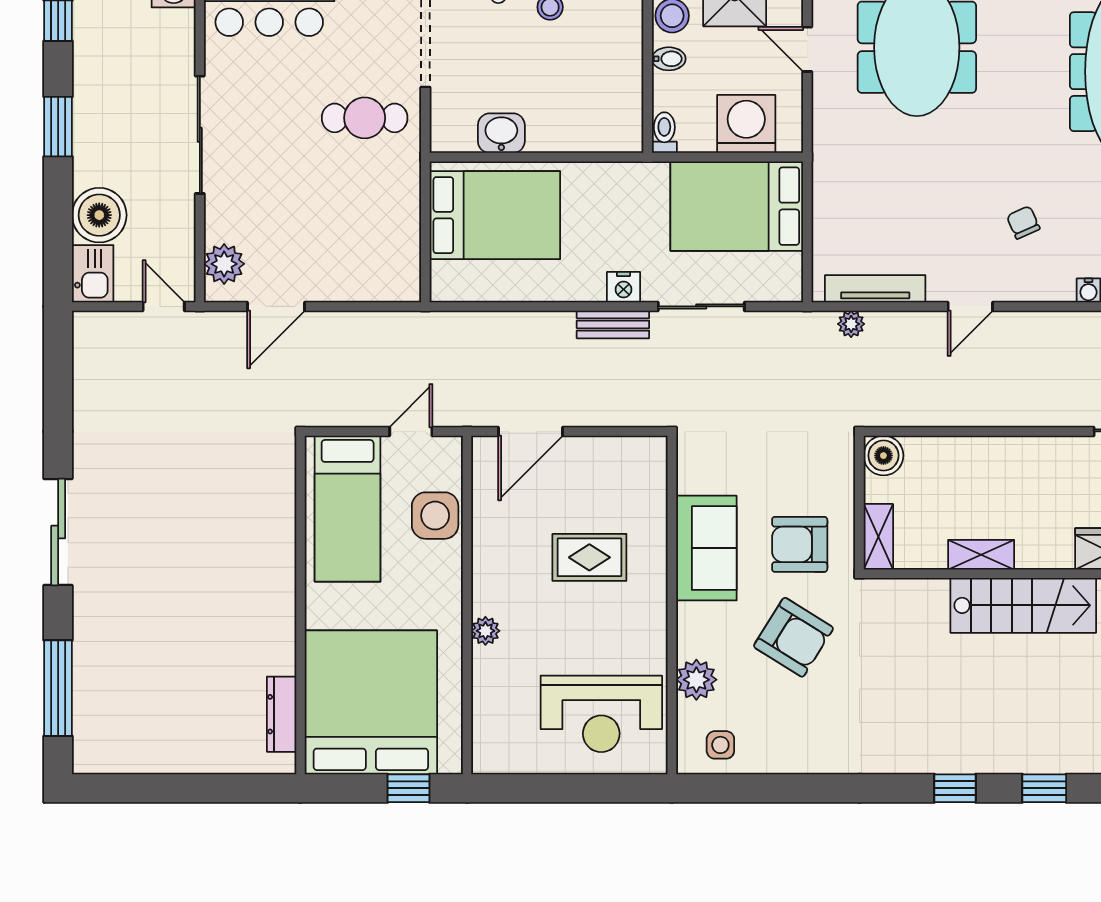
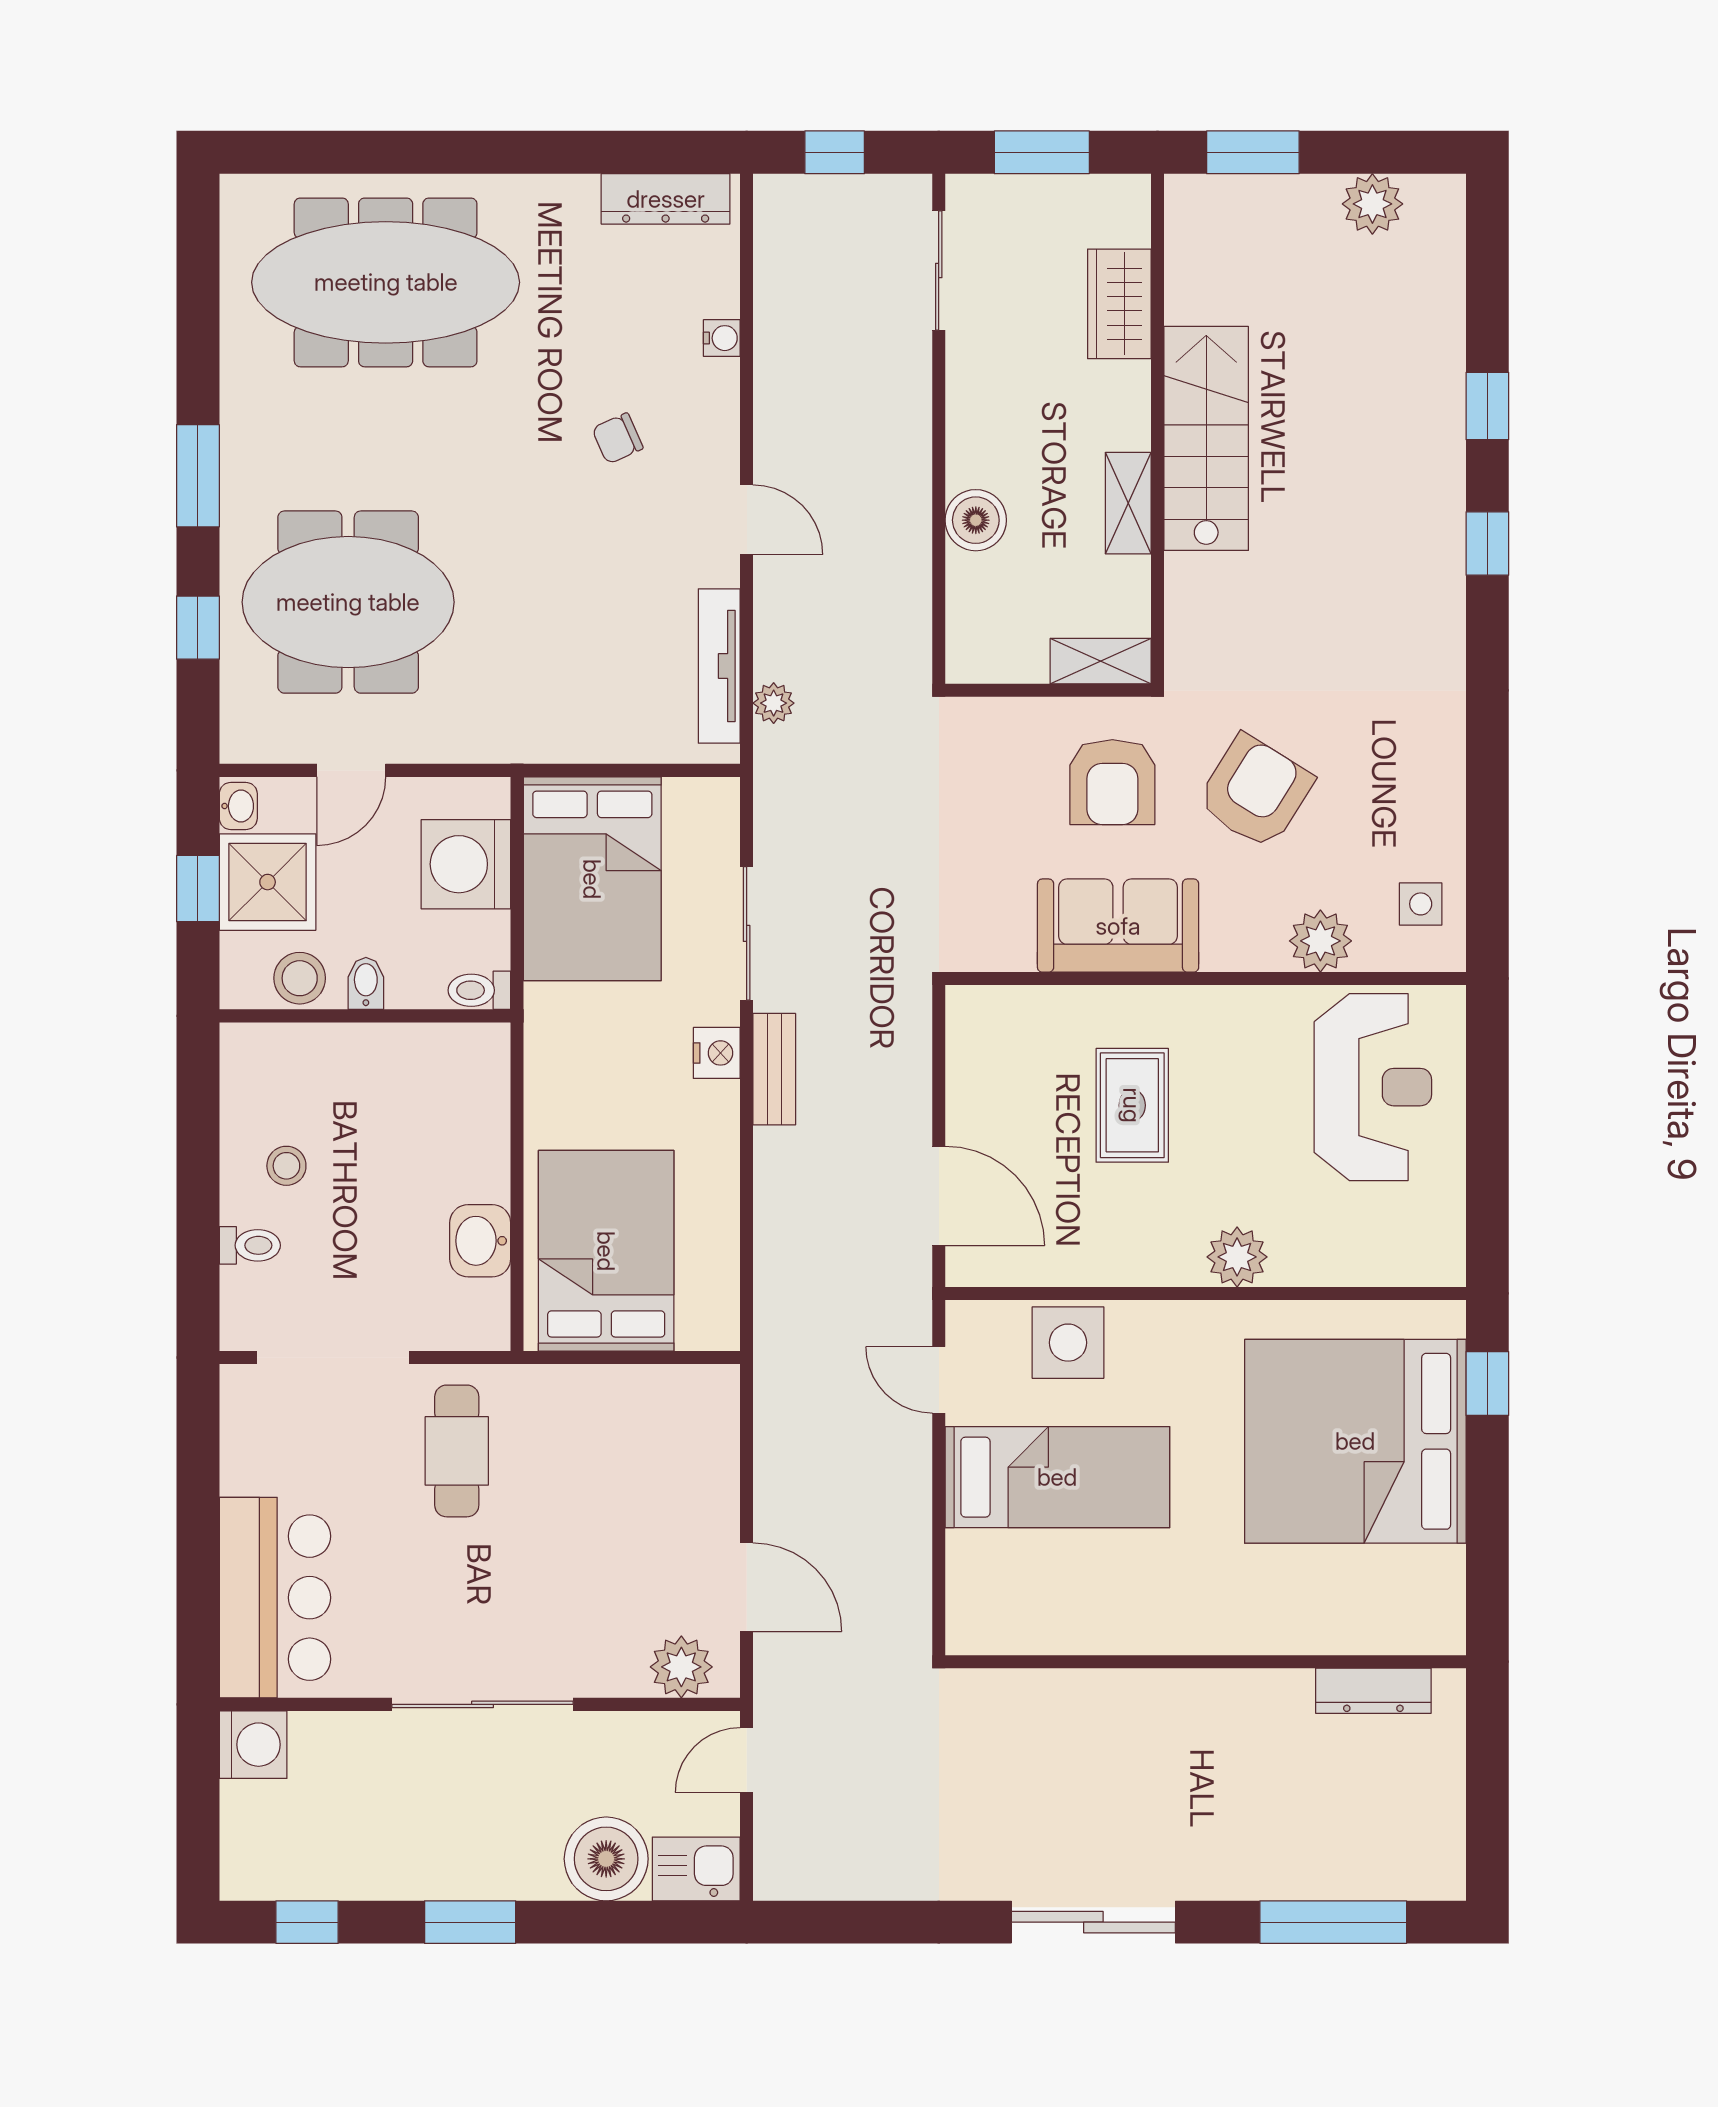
boiler: (883, 456) -> (976, 520), moved
wall: (300, 605) -> (1206, 1662), moved
plant: (485, 631) -> (1237, 1257), width x1.38, depth x1.38
dresser: (282, 714) -> (1373, 1691), moved

